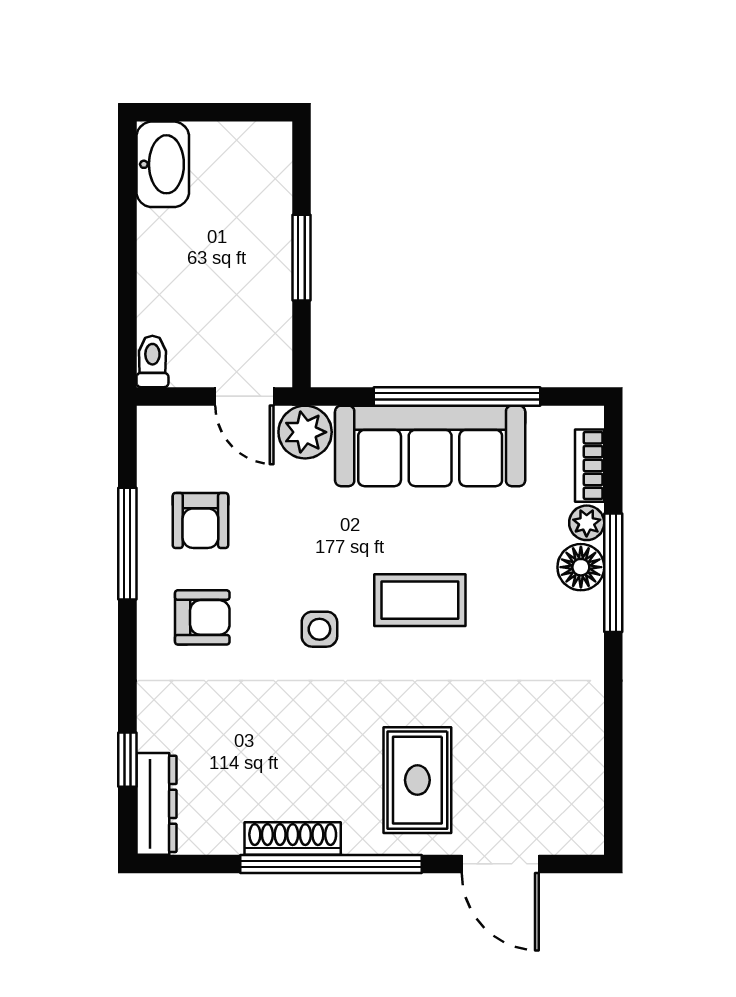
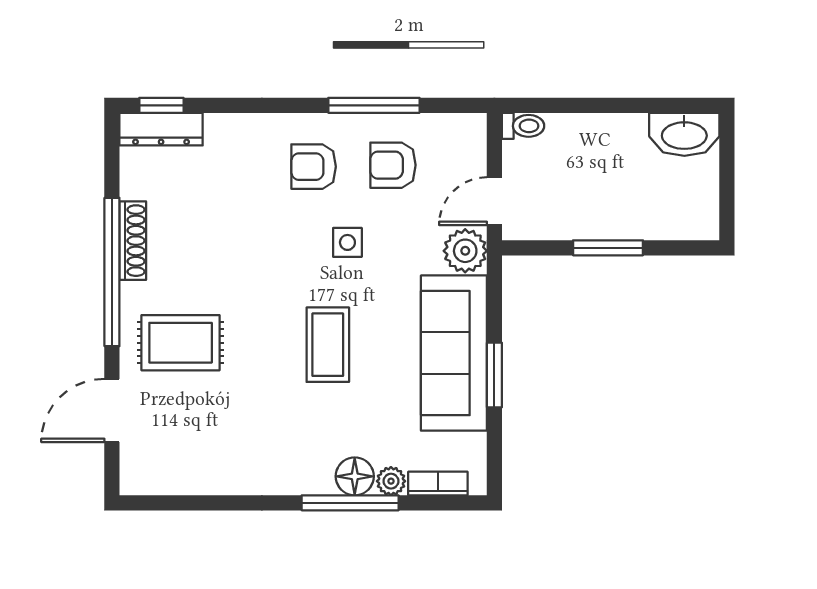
window: (457, 396) -> (494, 375), width x0.47
armchair: (202, 617) -> (314, 167), turned 90
side table: (319, 629) -> (347, 242), moved
window: (127, 760) -> (161, 105), moved

